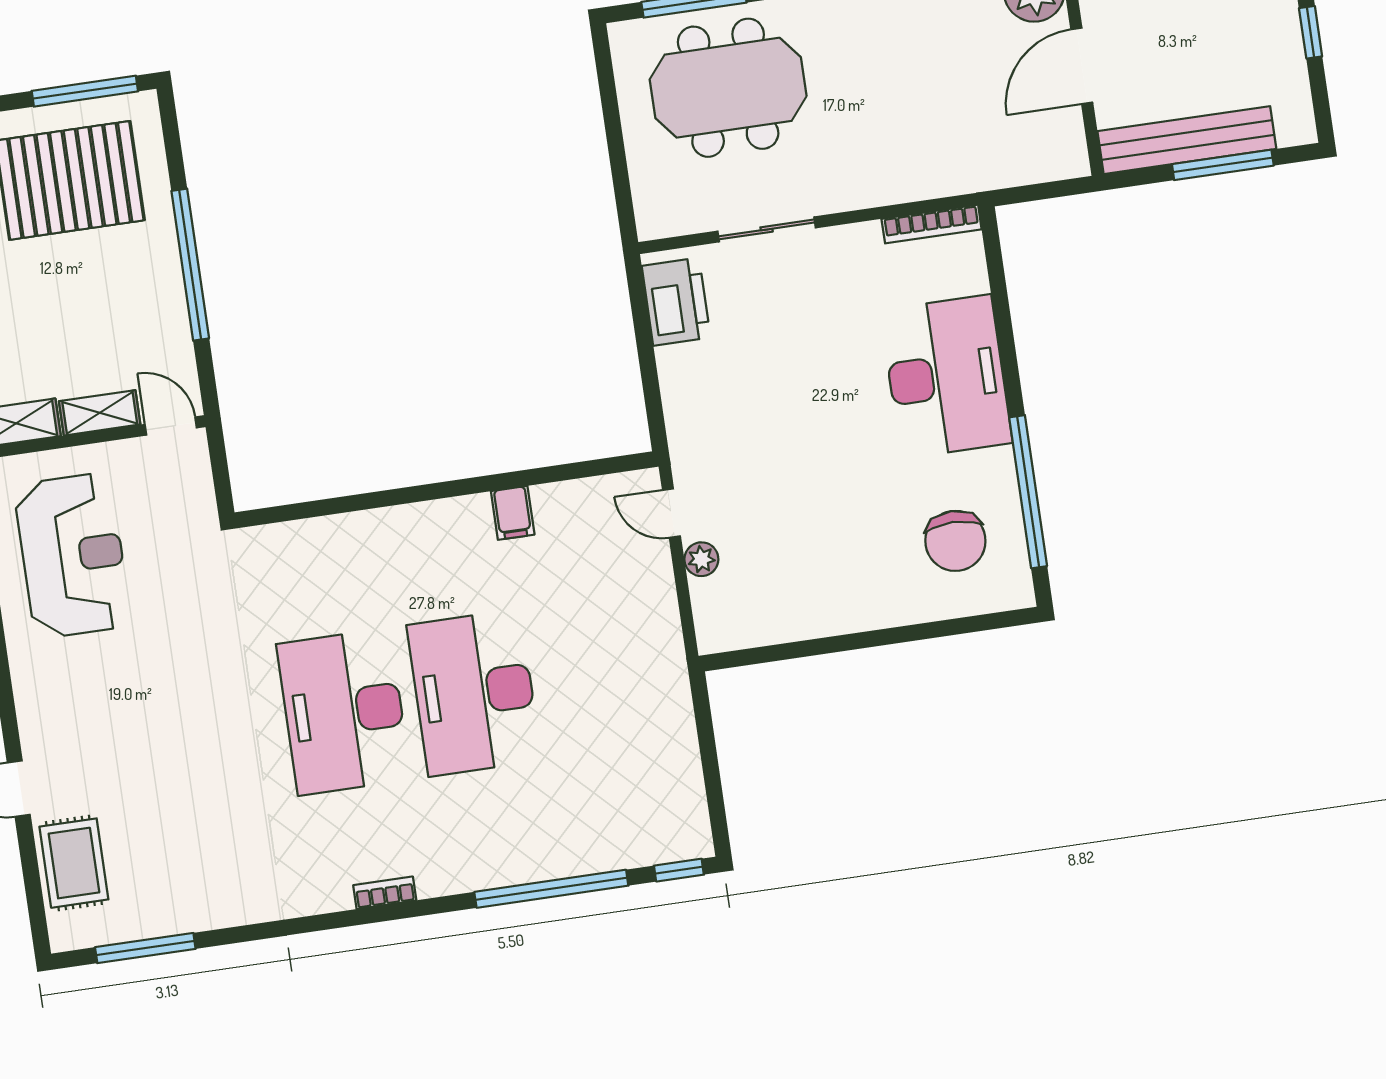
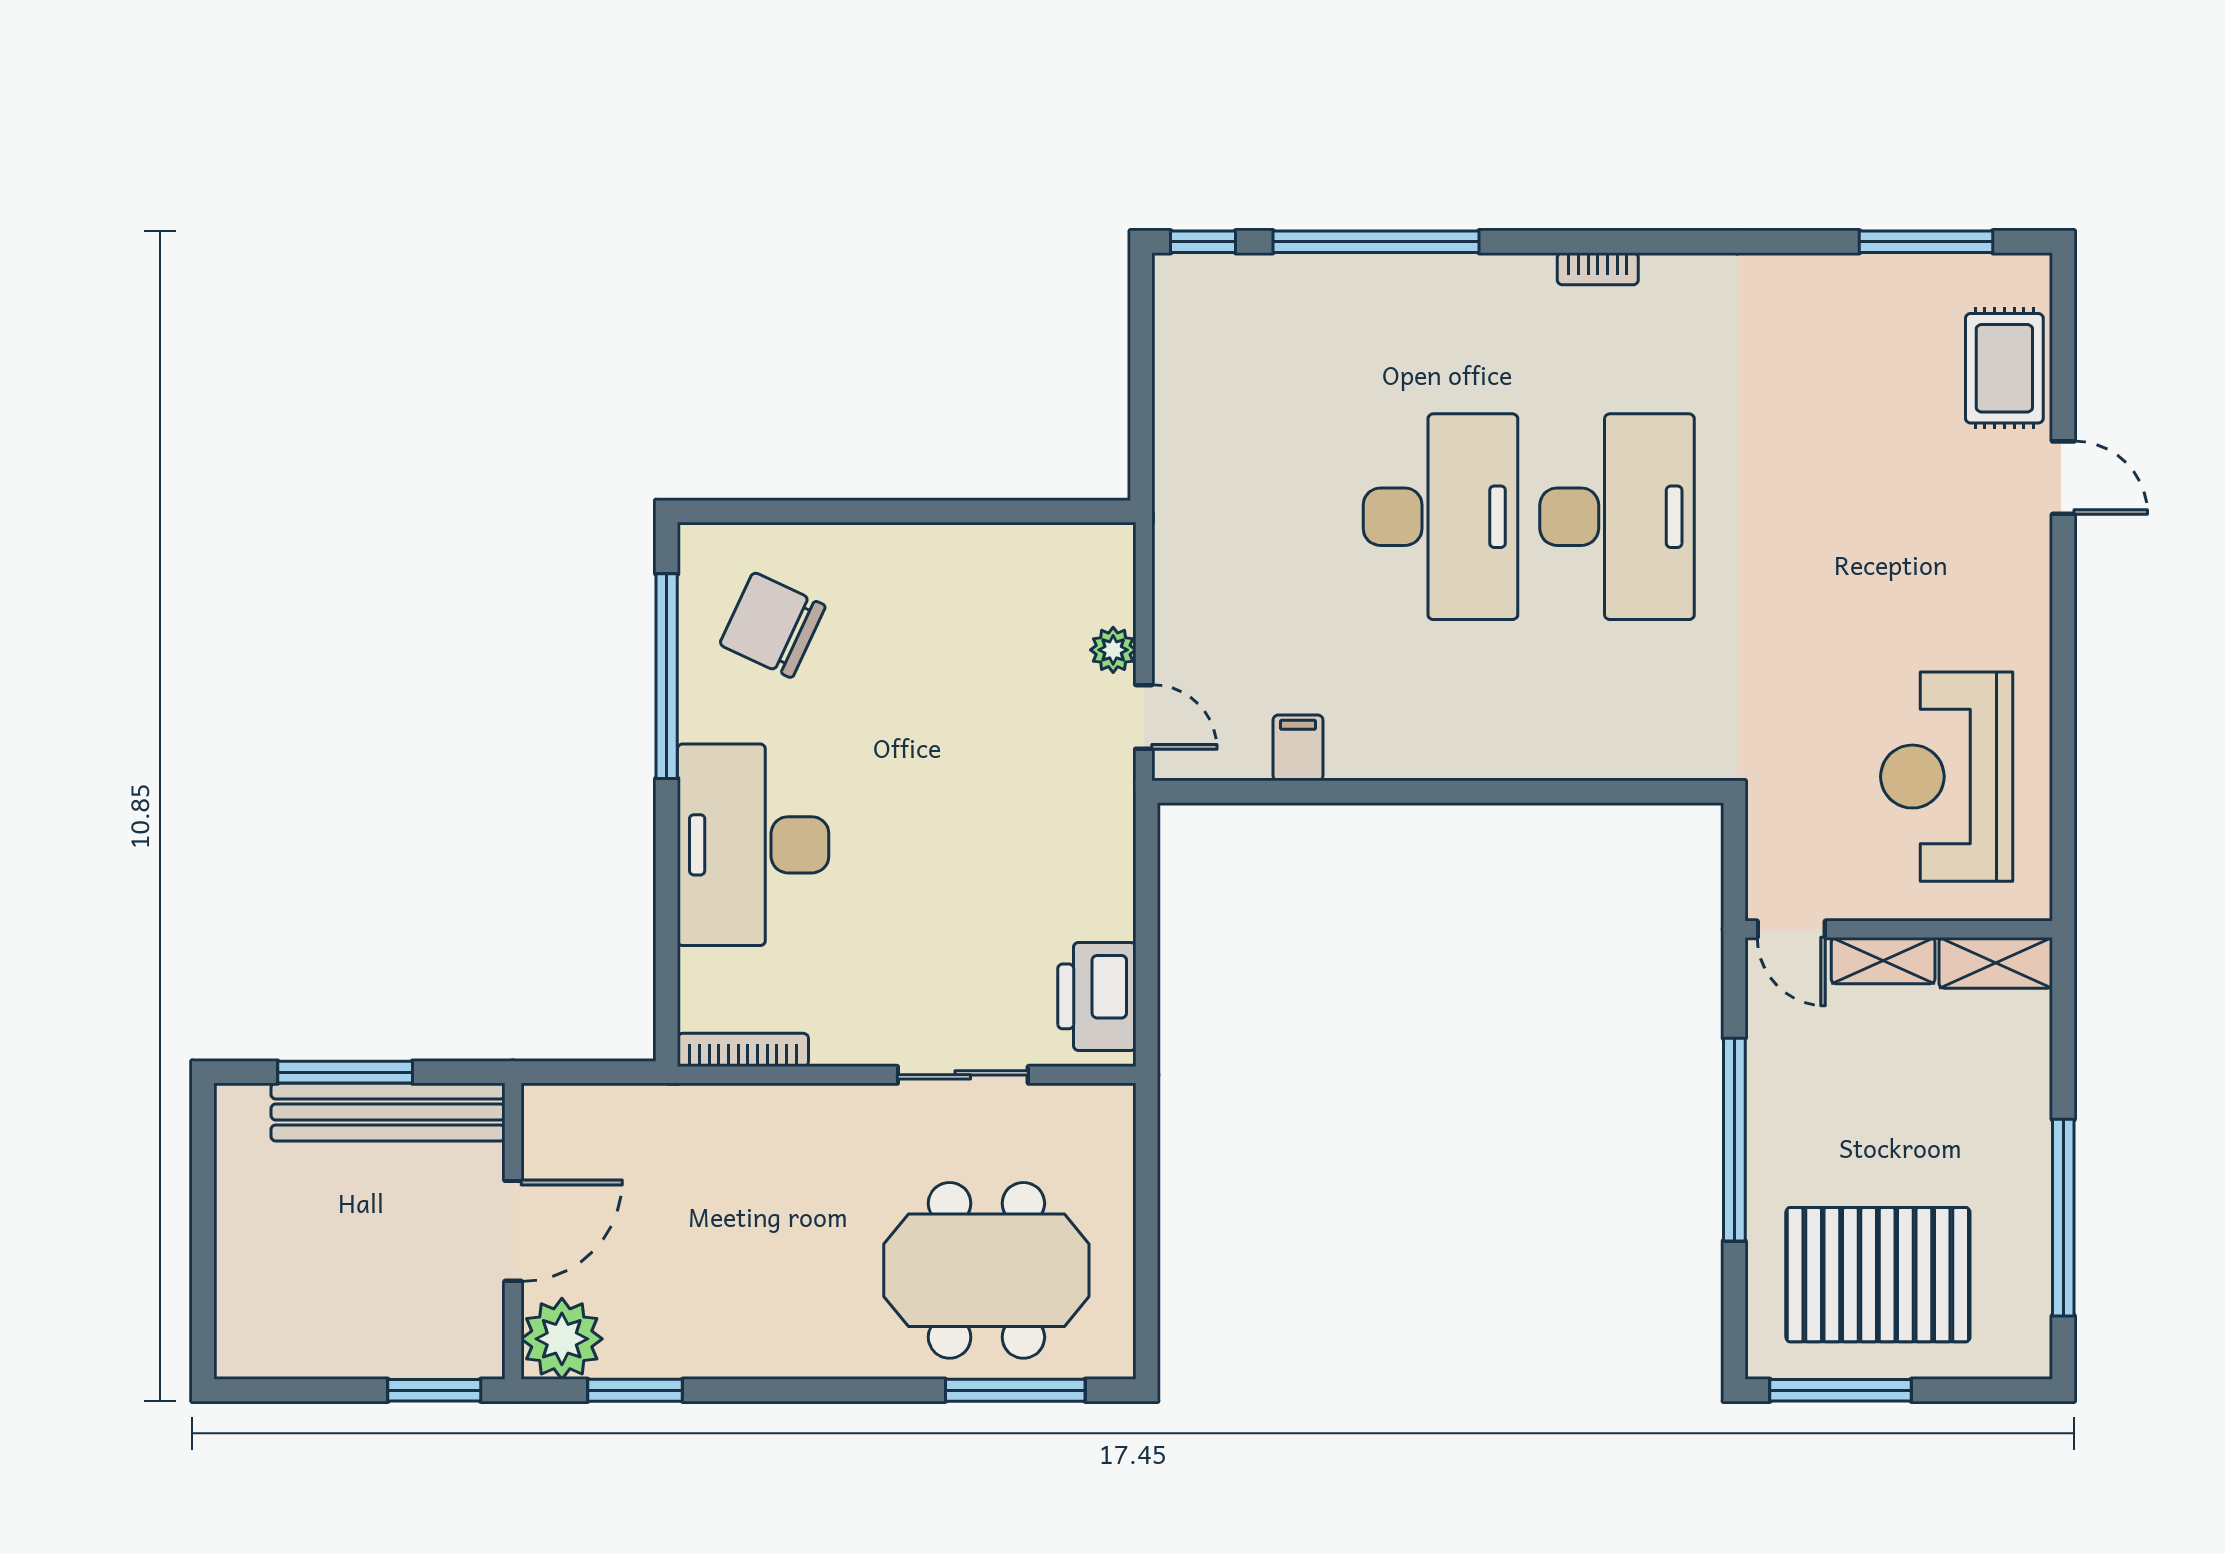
window: (1311, 32) -> (203, 1231), removed
filing cabinet: (513, 513) -> (1298, 748), moved
chair: (955, 541) -> (773, 625), turned -65

